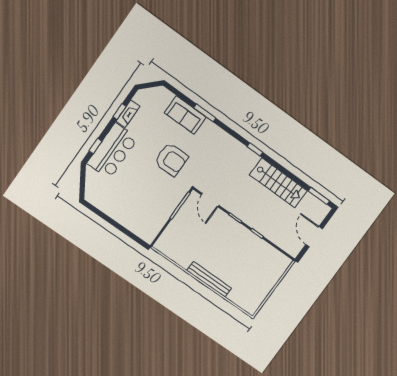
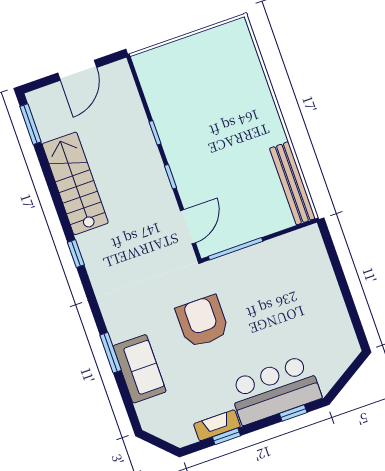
bench: (209, 279) -> (292, 183), moved

